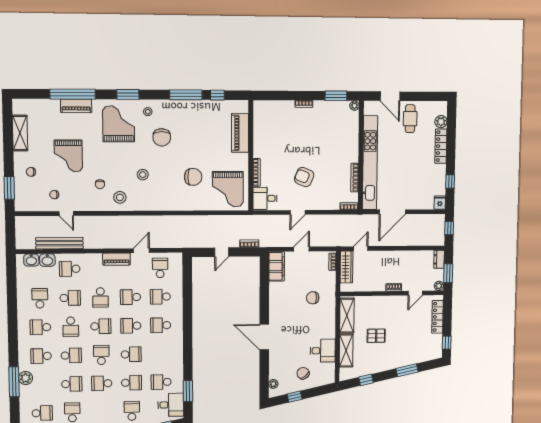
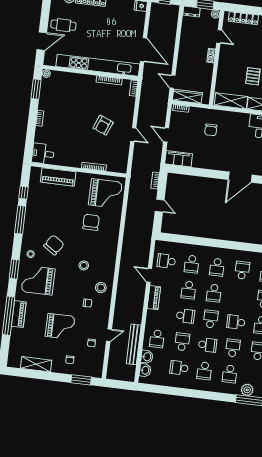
chair: (162, 137) -> (54, 245), turned -57
desk: (265, 198) -> (43, 154), moved, turned 90
school desk: (131, 354) -> (242, 270), moved

